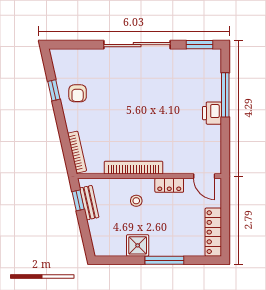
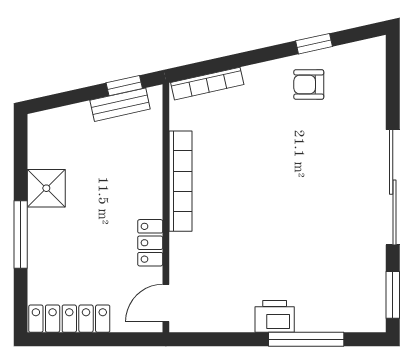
stool: (136, 201) -> (123, 186), removed

